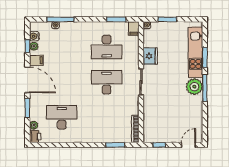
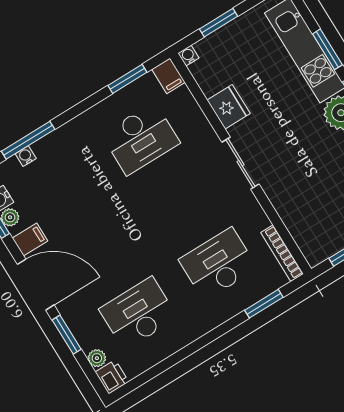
desk: (107, 82) -> (218, 264), moved

